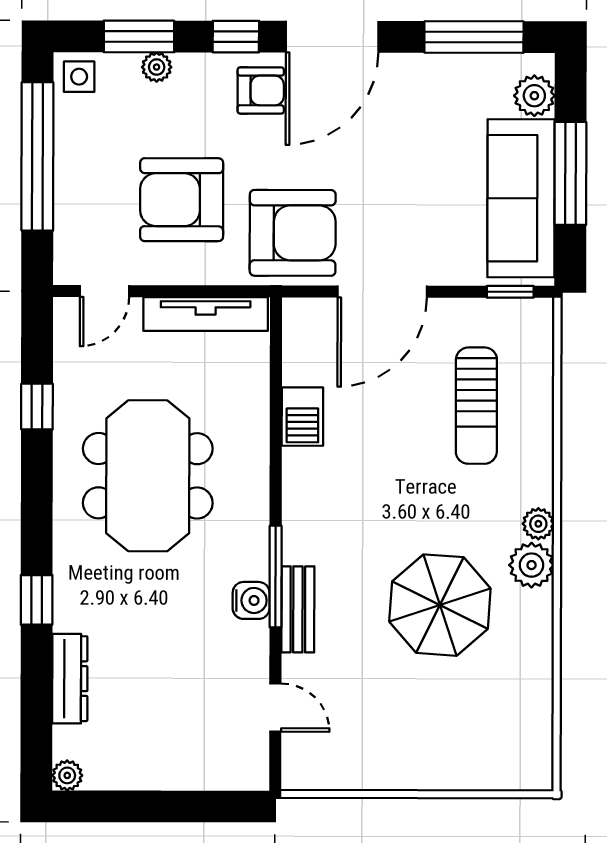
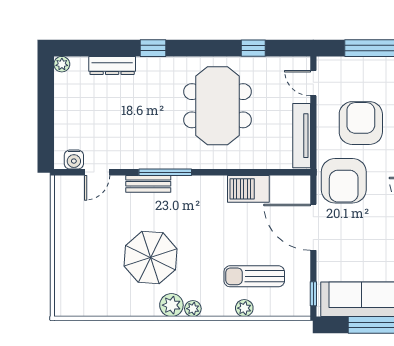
barbecue: (302, 417) -> (248, 189), width x1.38, depth x1.27
plant: (538, 425) -> (244, 308), added
meeting table: (148, 476) -> (217, 106), turned 90
water cooler: (251, 600) -> (74, 160), moved

